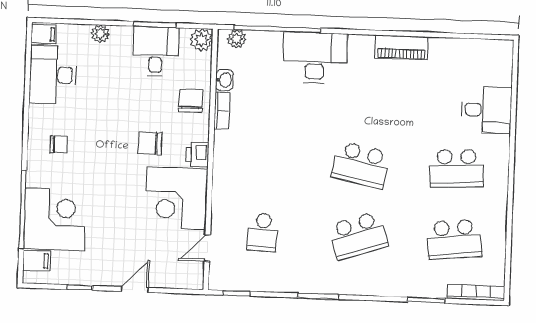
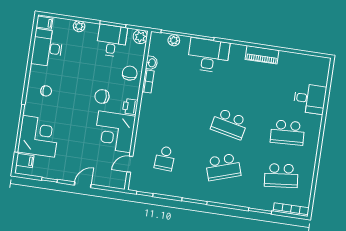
plant: (237, 39) -> (174, 40), moved

